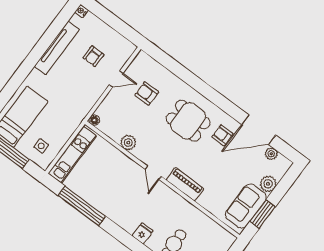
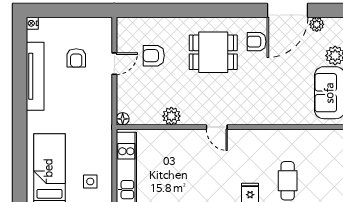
piano: (185, 184) -> (256, 116), removed

